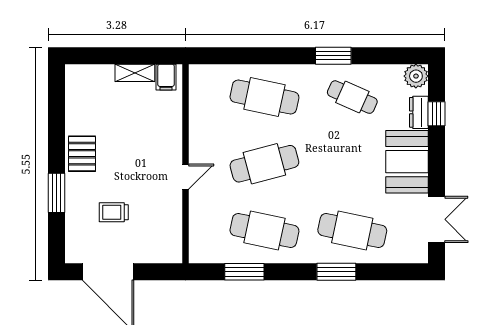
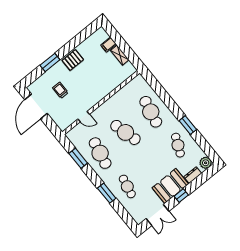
filing cabinet: (166, 77) -> (109, 45), moved
window: (436, 114) -> (181, 196), moved
door: (186, 177) -> (84, 117), moved
cafe table: (352, 230) -> (127, 186), width x0.73, depth x0.74

